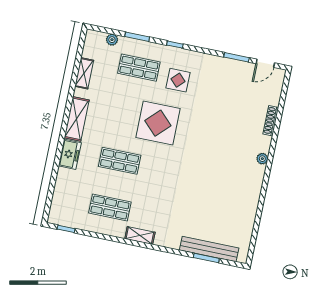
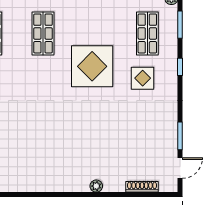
door: (265, 63) -> (180, 168), swing flipped
shoe rack: (271, 121) -> (142, 187), moved
plant: (262, 159) -> (96, 186), moved

